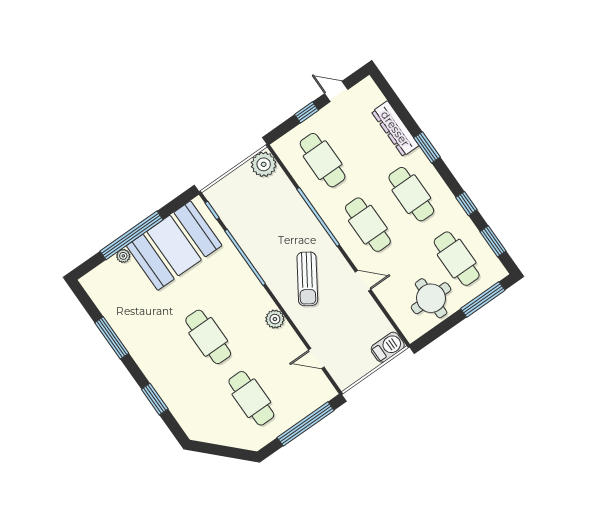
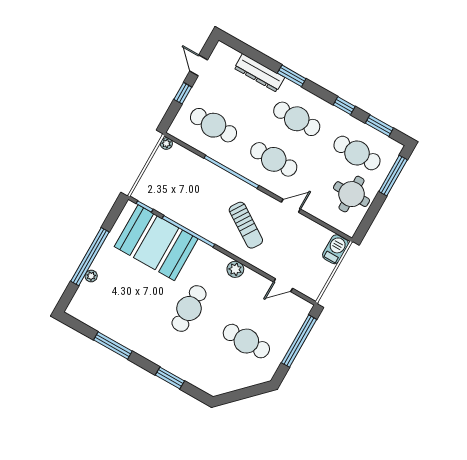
door: (336, 91) -> (199, 65), hinge flipped
plant: (264, 164) -> (166, 144), width x0.53, depth x0.53
booth: (174, 246) -> (156, 243), moved, turned 90
cafe table: (208, 337) -> (189, 308), turned 90

